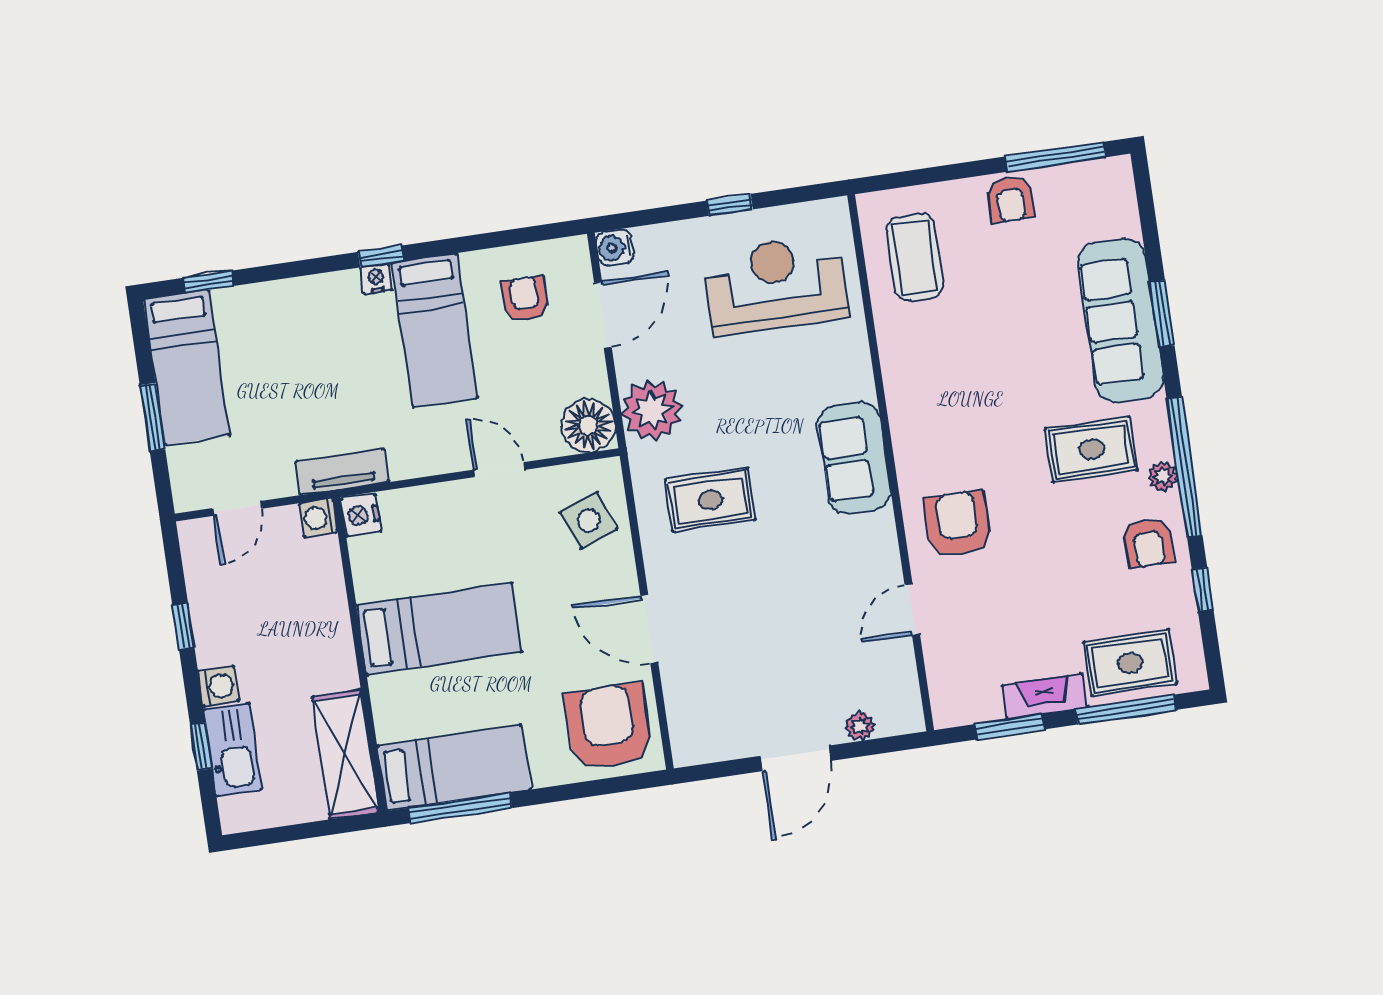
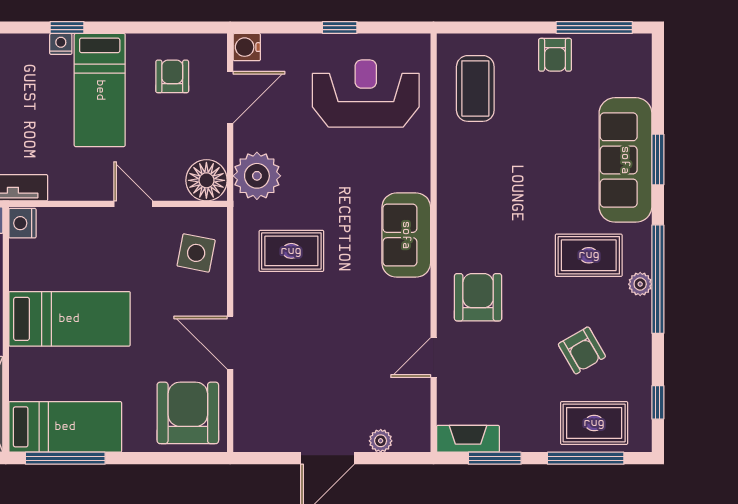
side table: (589, 520) -> (196, 253), turned 32
armchair: (1148, 543) -> (582, 350), moved, turned -30
window: (1203, 590) -> (658, 402), moved
fireplace: (1045, 696) -> (468, 439), moved

